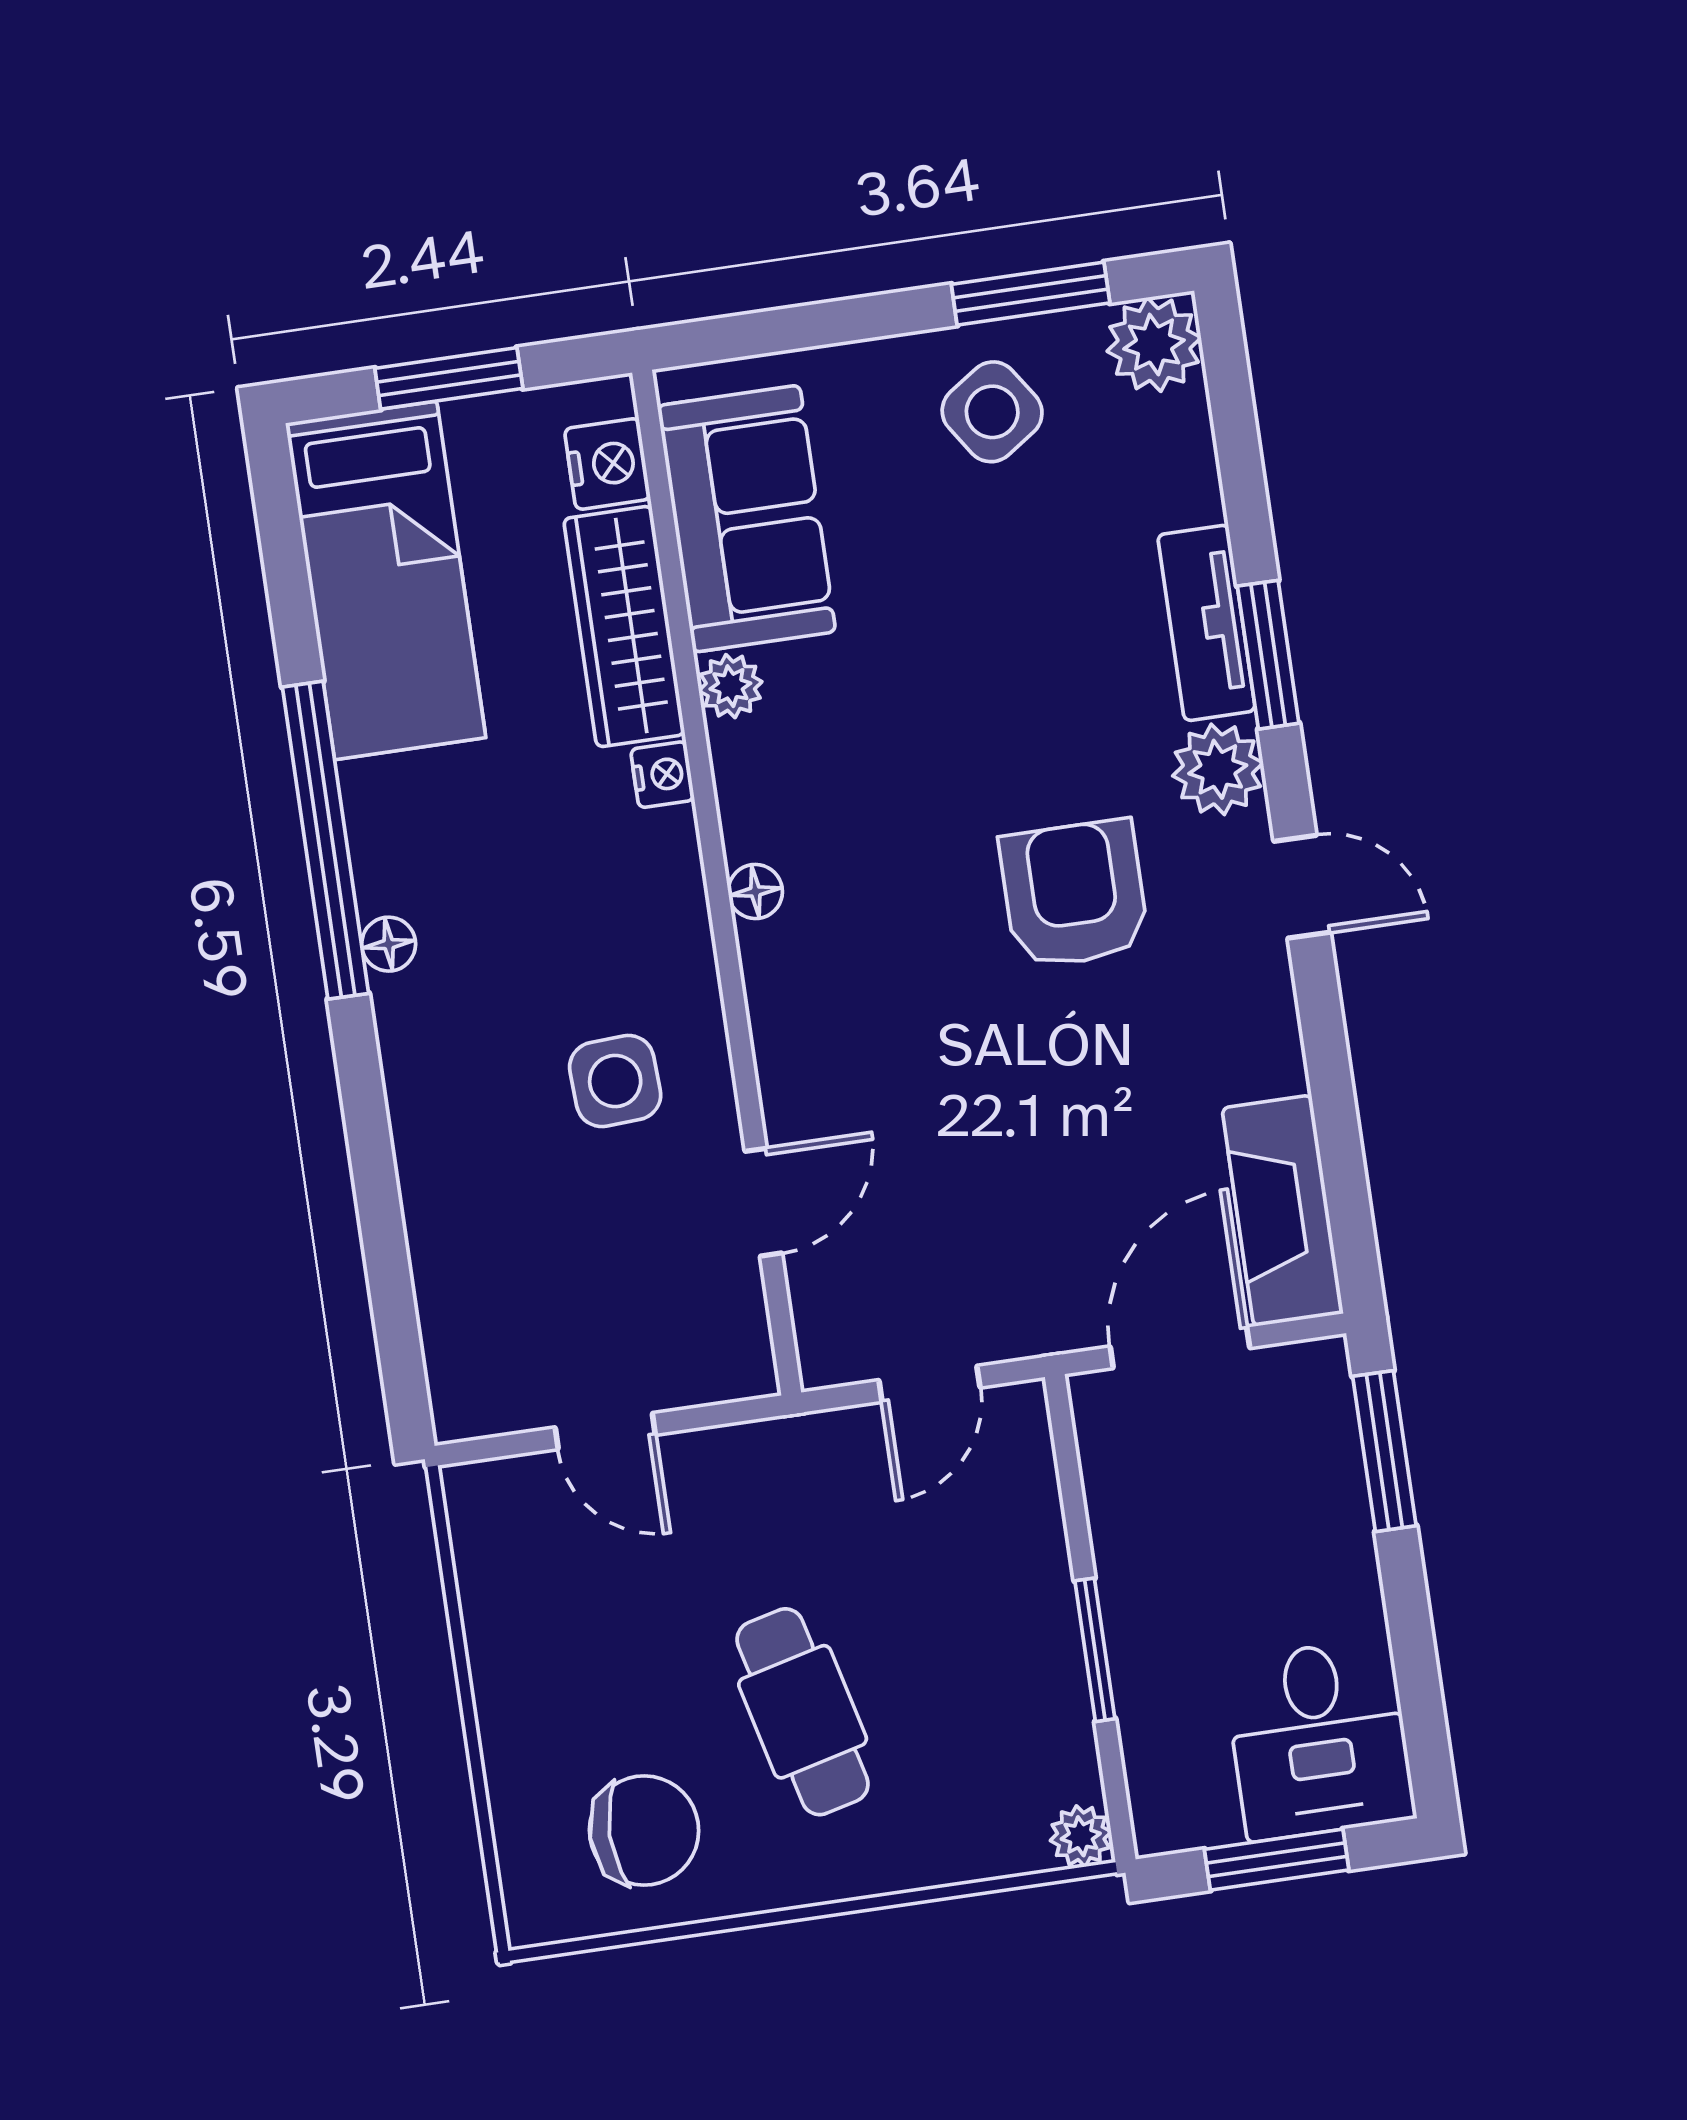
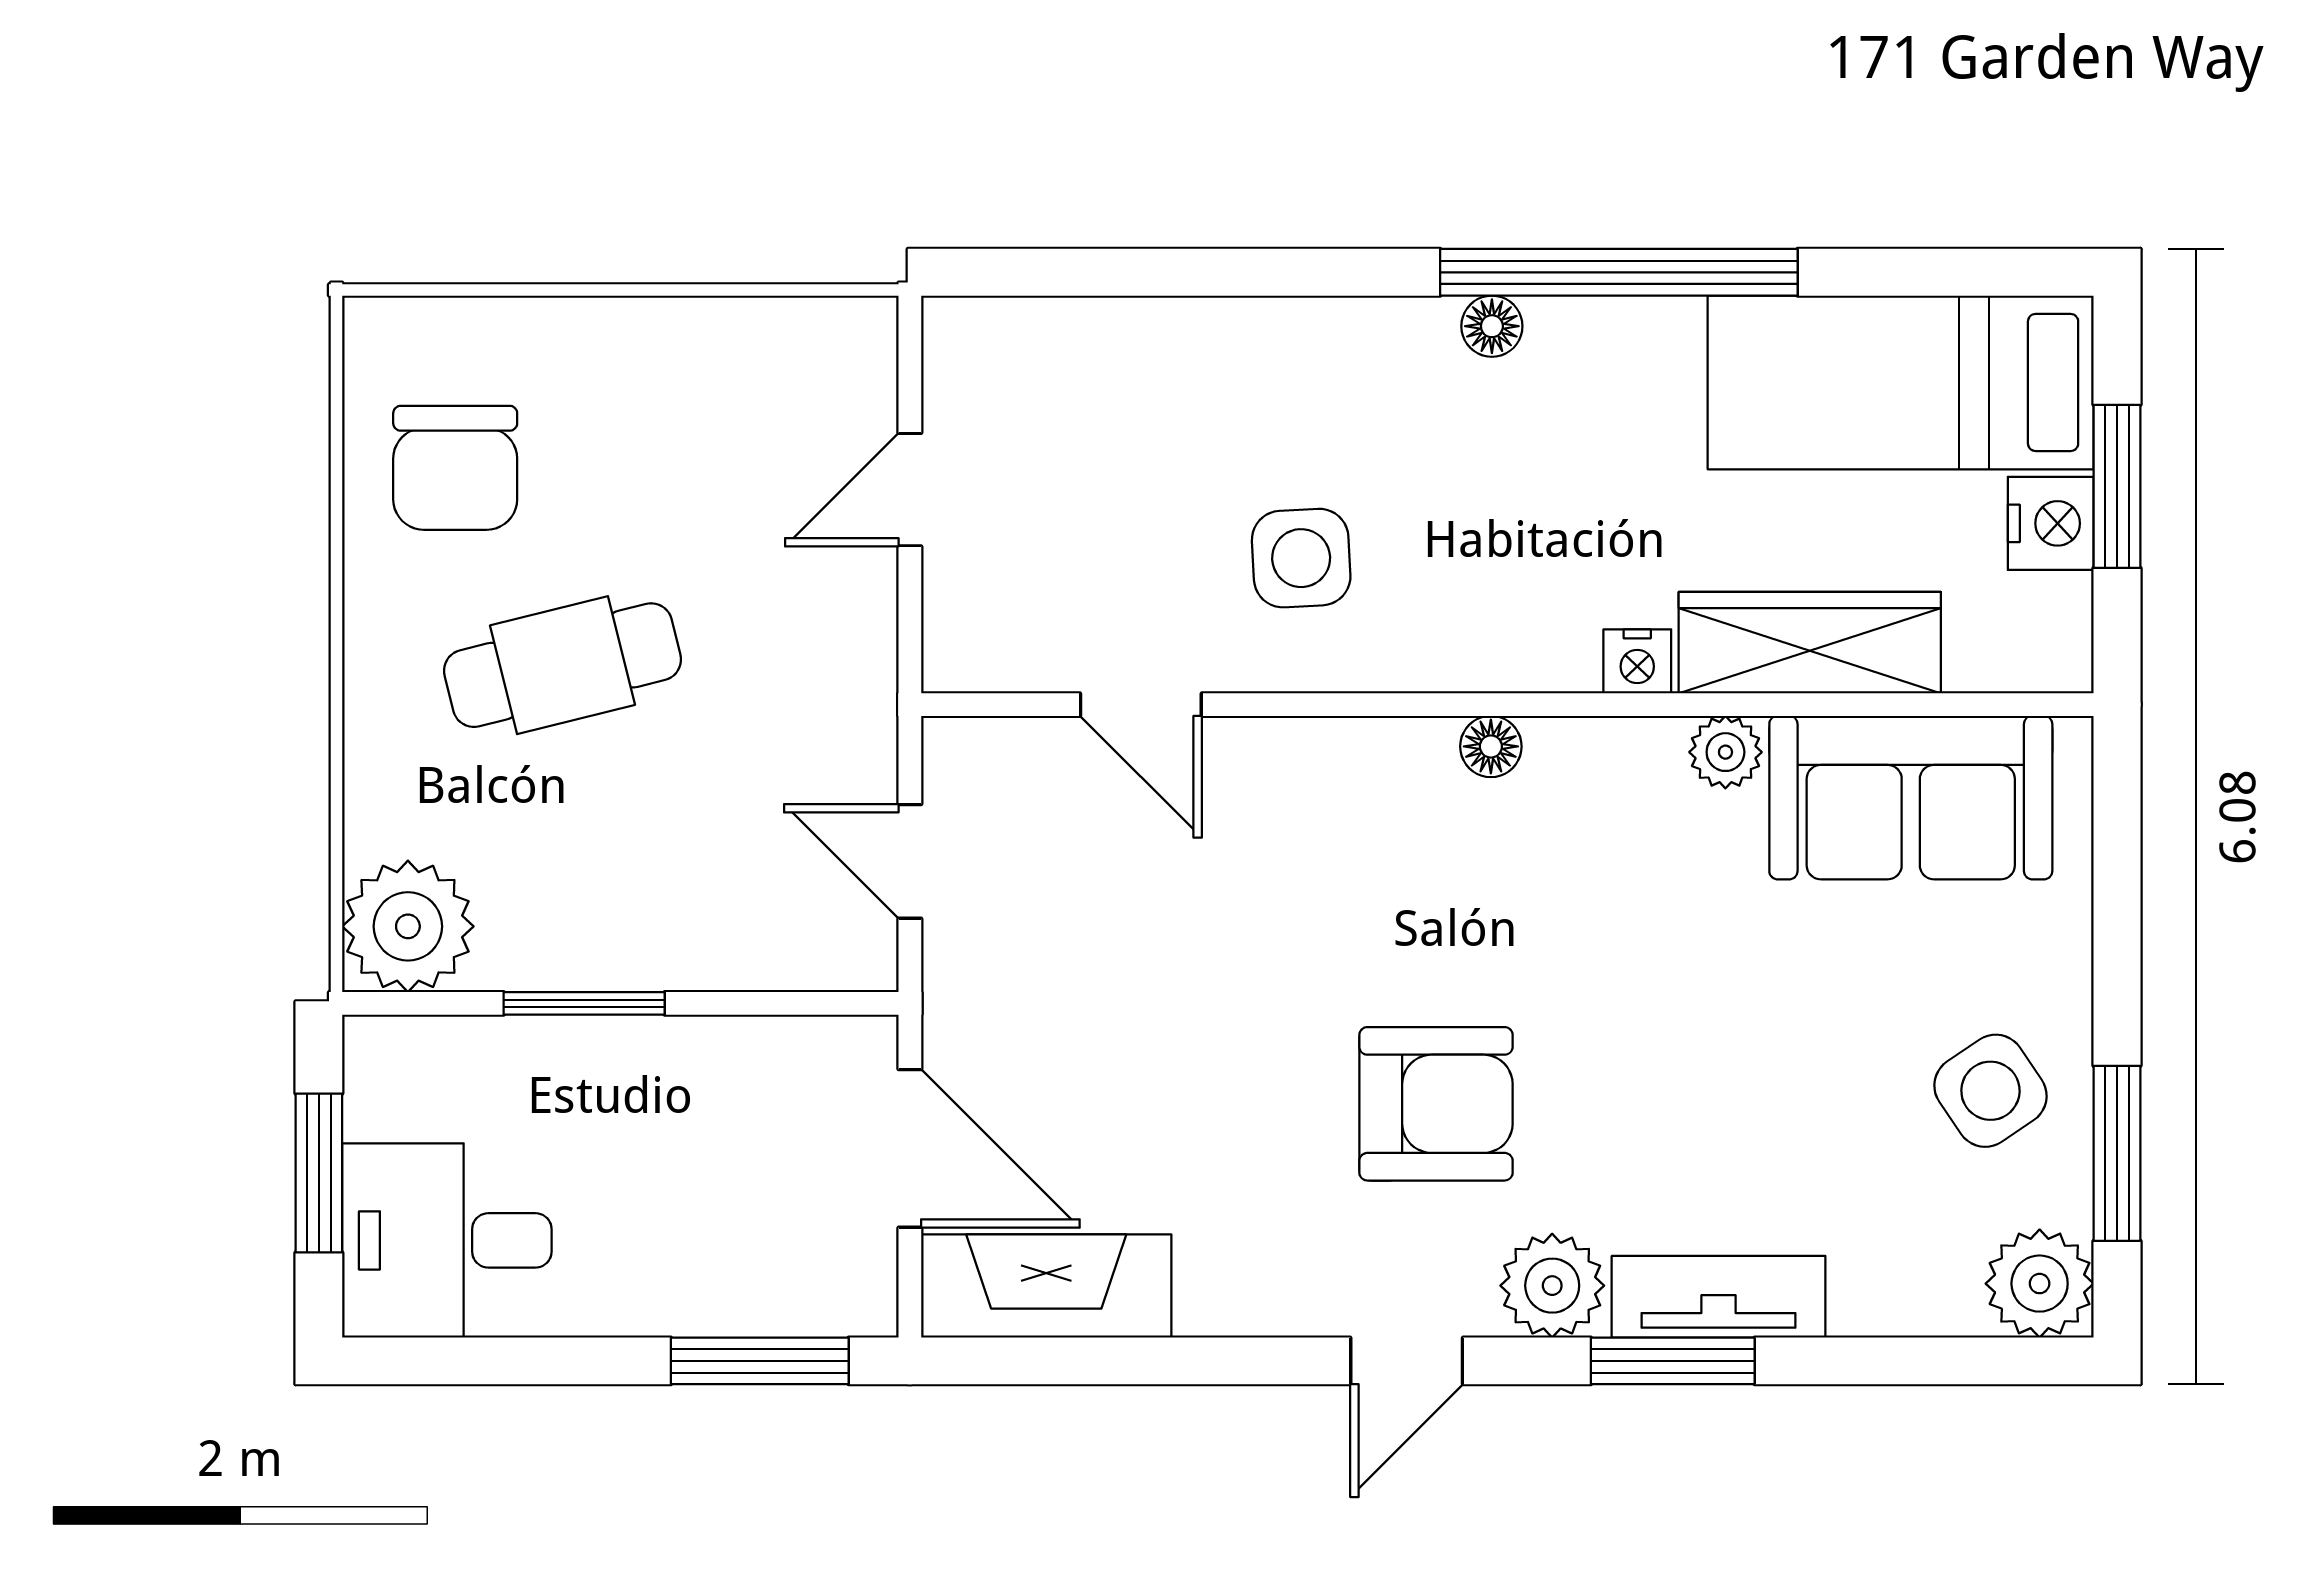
nightstand: (607, 464) -> (2051, 523), moved, turned -90
plant: (1081, 1836) -> (408, 926), width x1.88, depth x1.88

